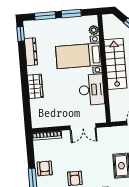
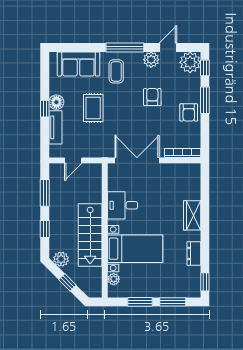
dresser: (31, 52) -> (194, 254), width x0.70
desk: (92, 90) -> (123, 205), width x0.73
double door: (83, 127) -> (137, 160), width x1.37

